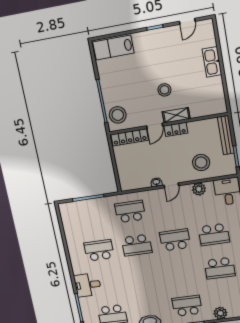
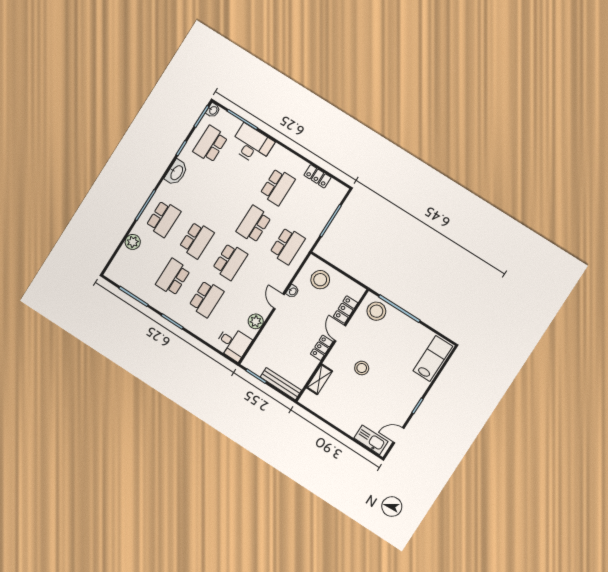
door: (187, 21) -> (398, 435), hinge flipped
kitchen sink: (212, 62) -> (371, 440), moved
shelving: (176, 115) -> (319, 379), moved
locker: (130, 137) -> (346, 310), width x0.66
stool: (201, 162) -> (320, 280), moved
locker: (69, 231) -> (317, 176), added
school desk: (214, 235) -> (206, 299), turned 180
school desk: (181, 273) -> (197, 240), added
desk: (88, 285) -> (252, 144), width x1.37

